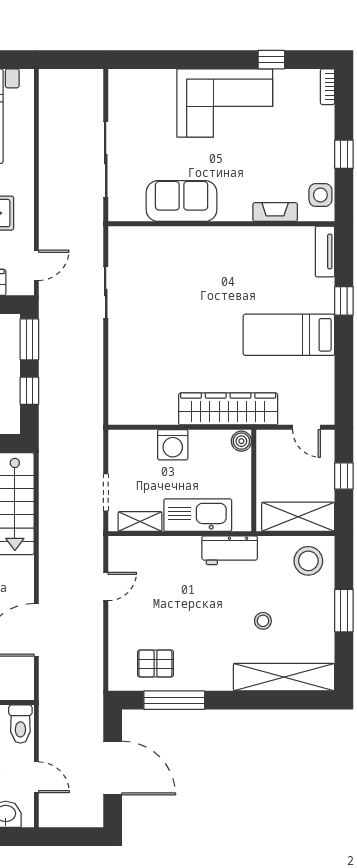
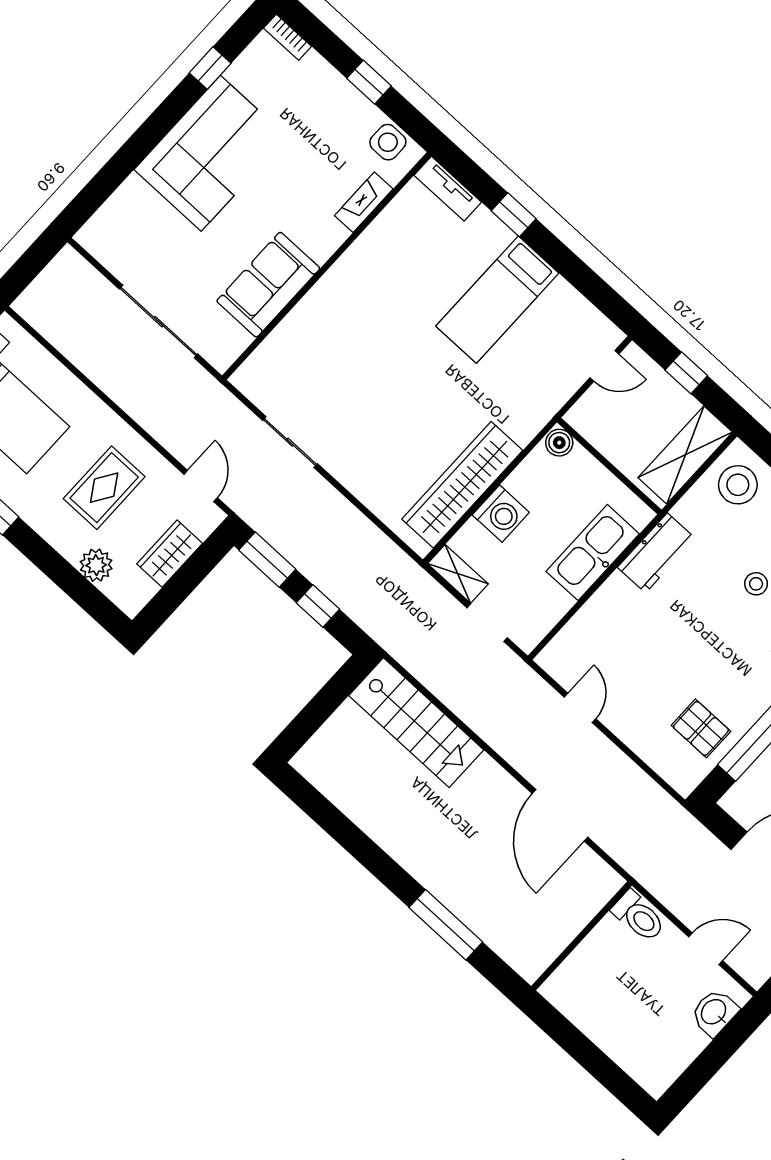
wardrobe: (228, 409) -> (462, 485), moved
shelving: (140, 522) -> (458, 574), moved, turned 90
pallet: (155, 664) -> (701, 728), turned 90

